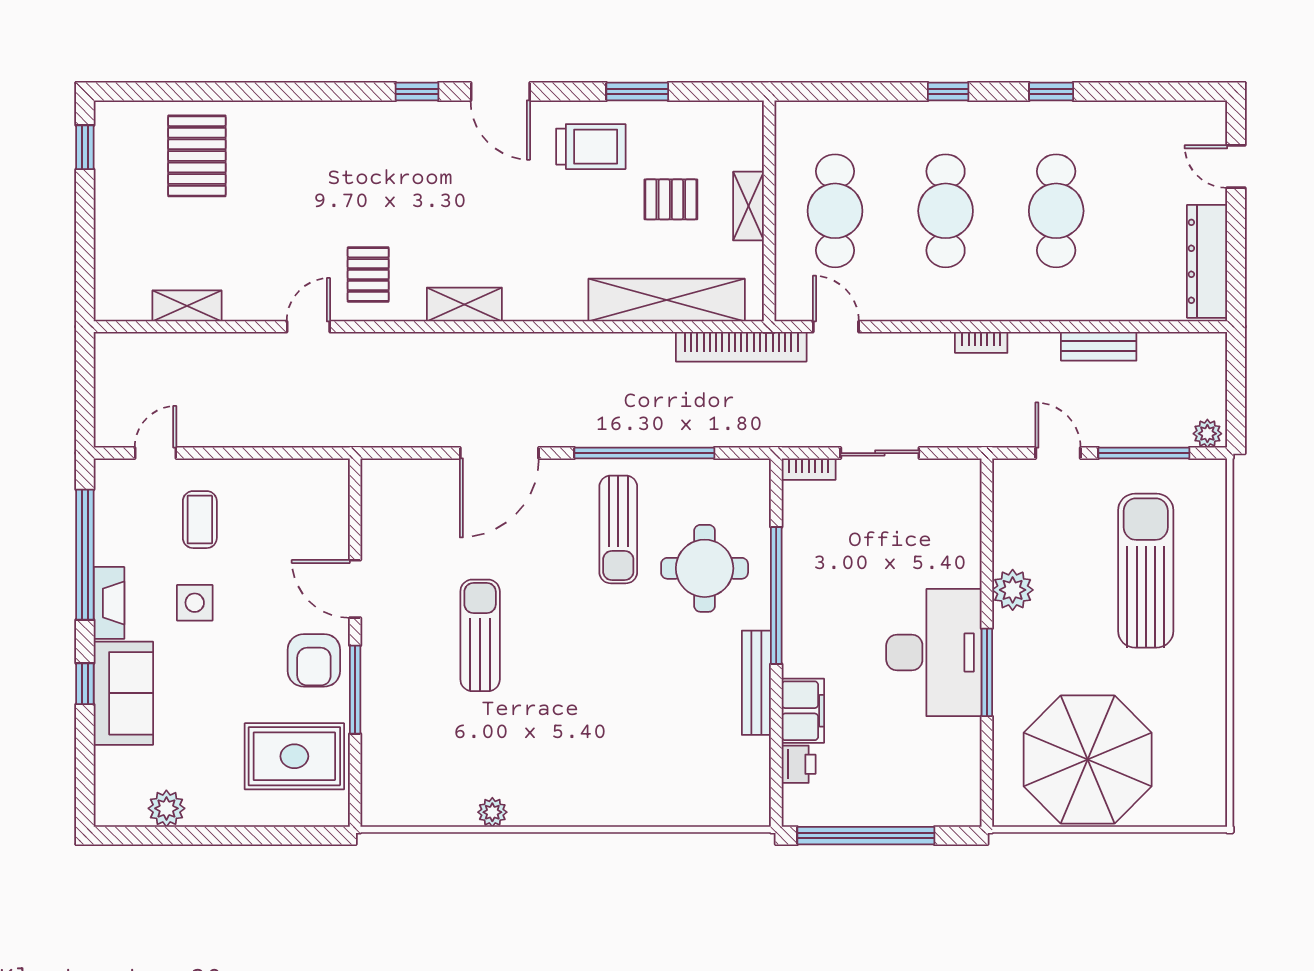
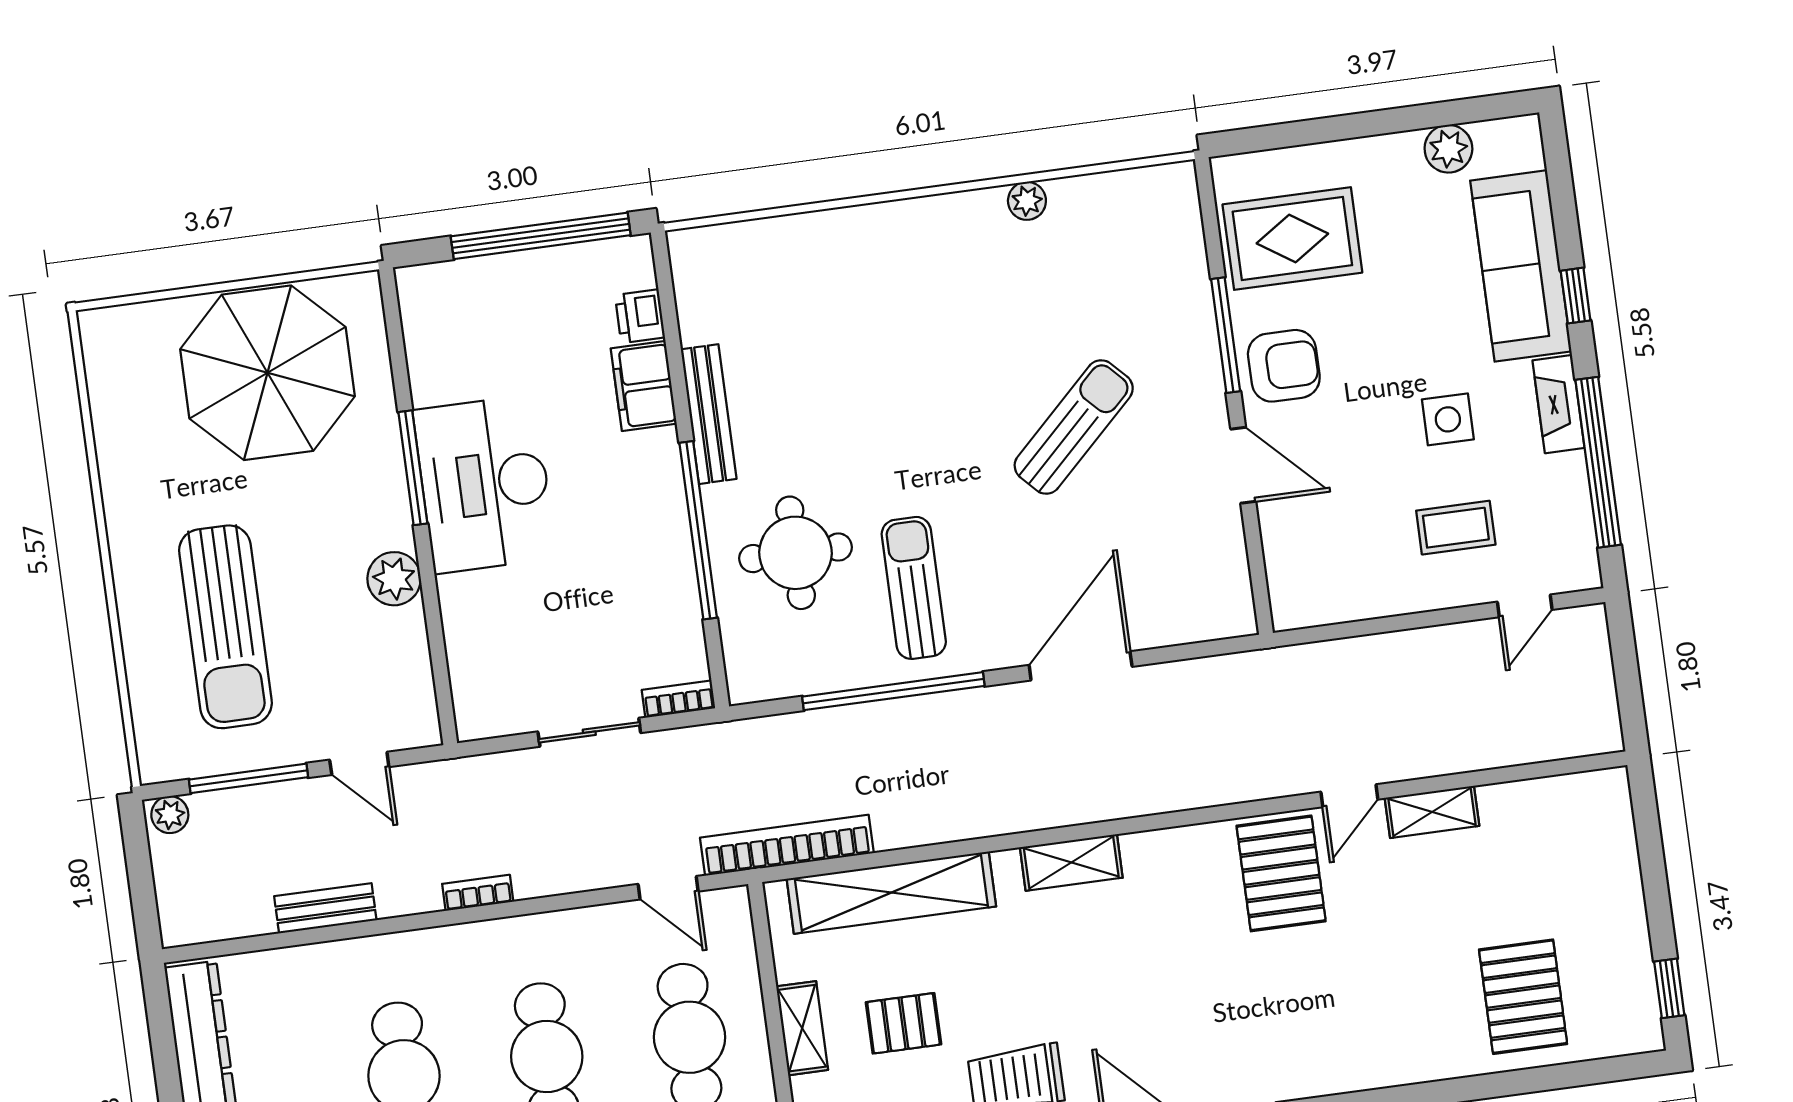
pallet: (368, 275) -> (1281, 873), width x1.50, depth x1.42
shelving: (464, 304) -> (1071, 862), moved
shelving: (187, 306) -> (1432, 812), moved
coffee table: (200, 520) -> (1456, 528), turned 90
sun lounger: (480, 635) -> (1074, 427), turned -134
armchair: (314, 660) -> (1284, 366), turned 90
sofa: (123, 693) -> (1521, 266), width x1.36

